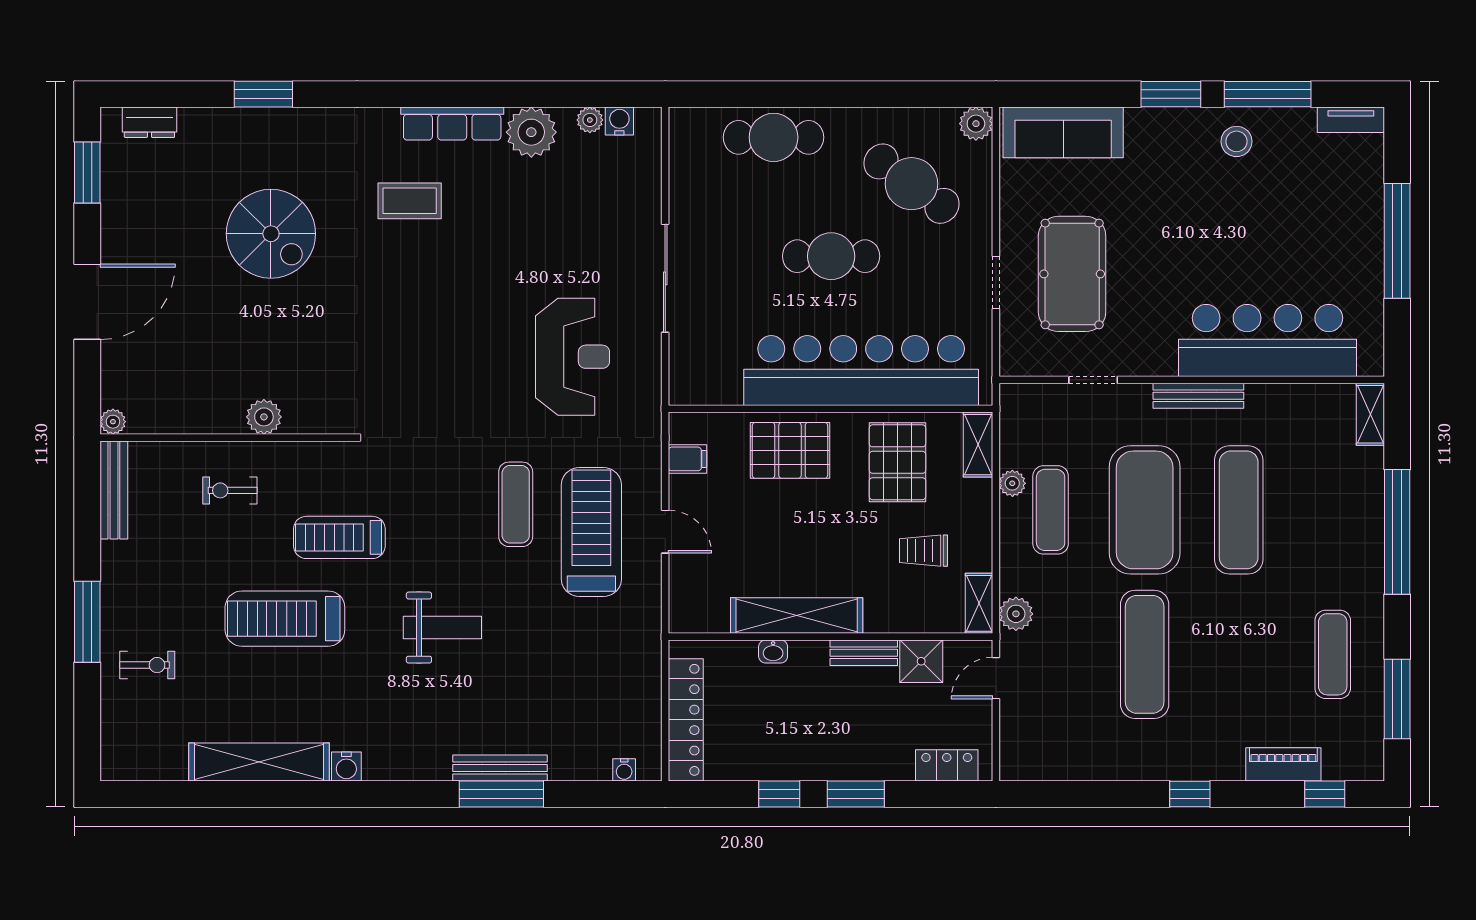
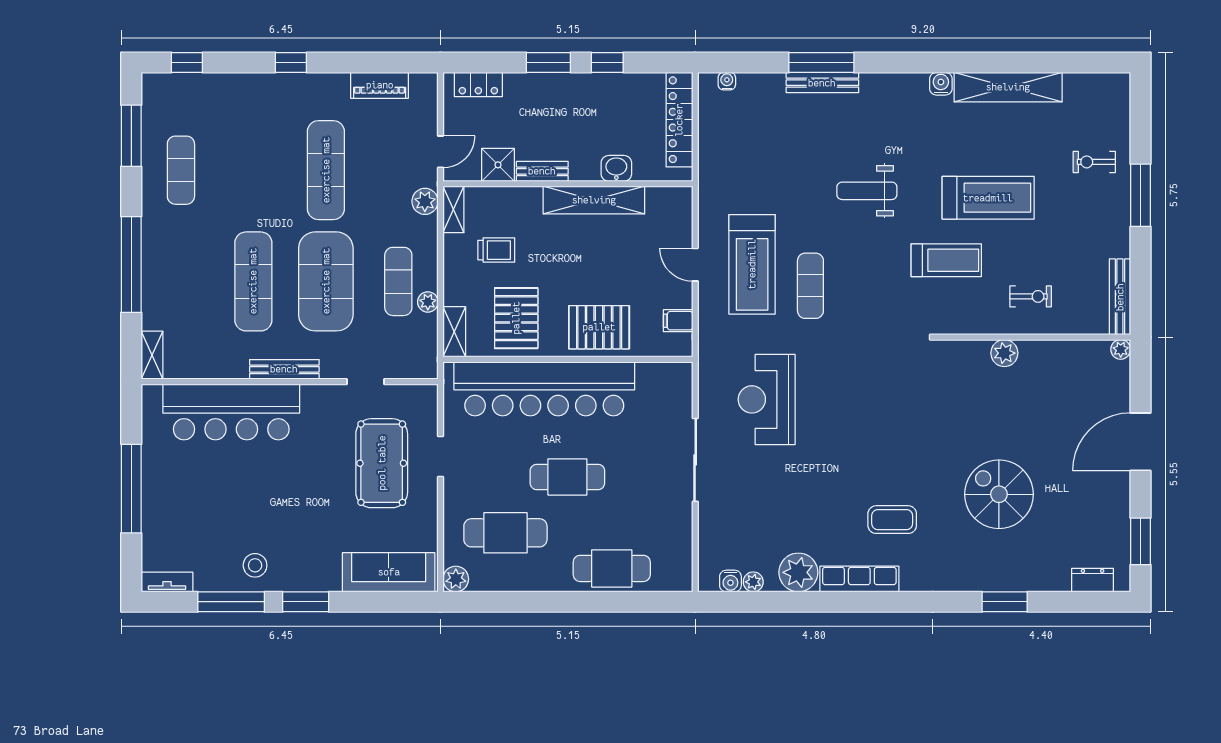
cafe table: (912, 184) -> (505, 533), turned -36
washbasin: (773, 652) -> (616, 168), width x1.38, depth x1.45
piano: (1283, 764) -> (380, 85), moved

